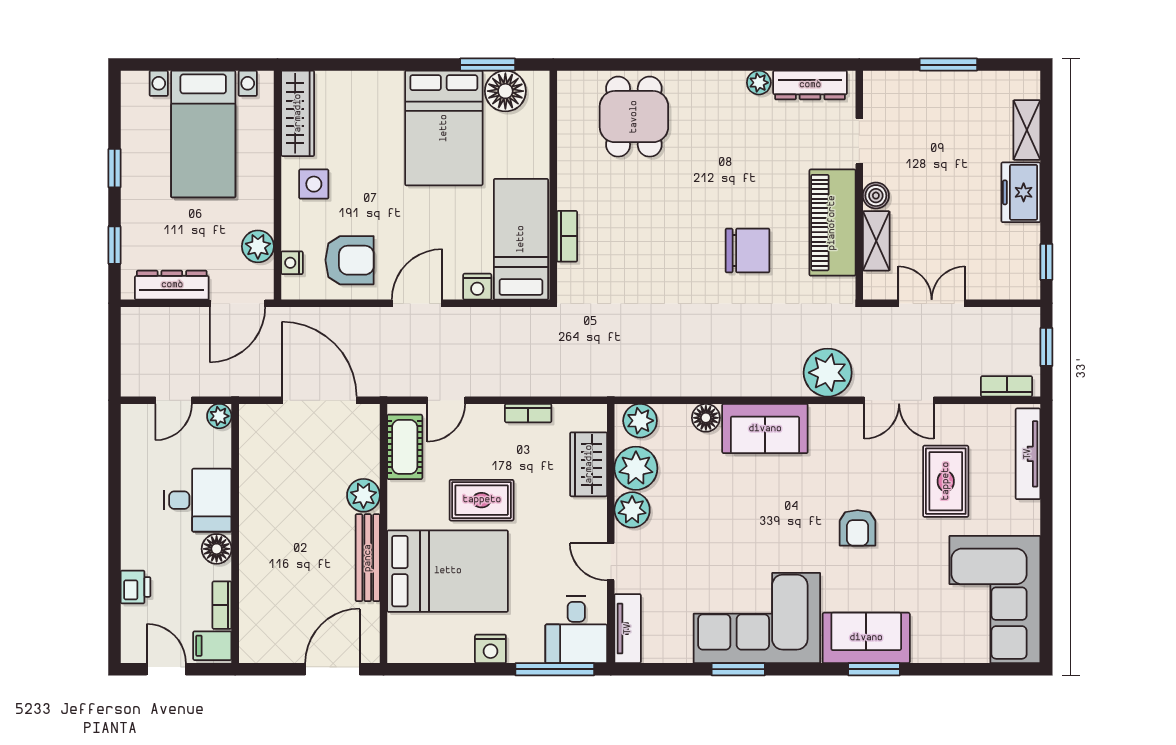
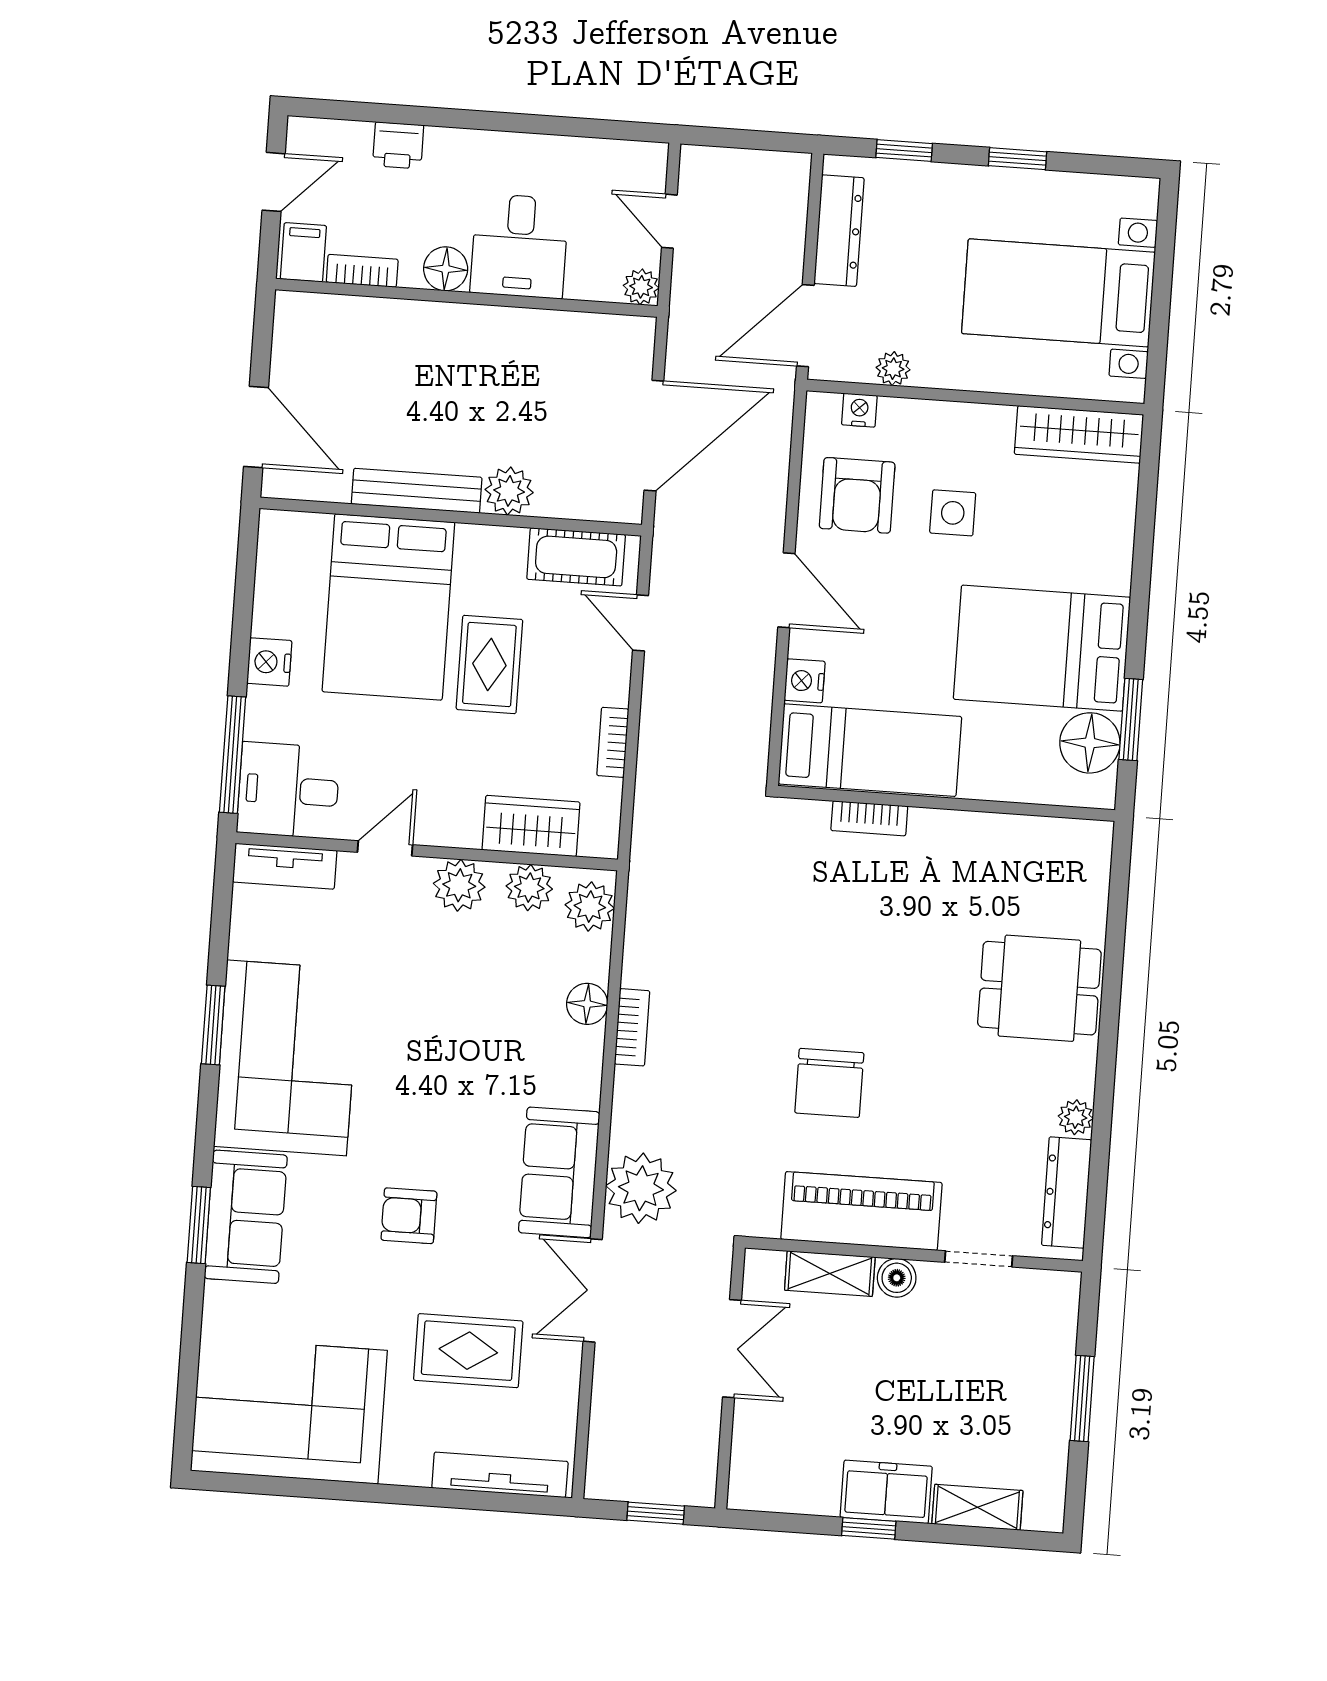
dining table: (634, 117) -> (1039, 988), moved
side table: (314, 184) -> (953, 513), moved
plant: (258, 246) -> (893, 369), width x0.73, depth x0.73
window: (1046, 262) -> (869, 1528), moved
door: (238, 303) -> (805, 326), hinge flipped
bookcase: (1007, 386) -> (632, 1027), moved
sofa: (765, 429) -> (559, 1172), moved
plant: (636, 468) -> (529, 888), width x0.73, depth x0.73

